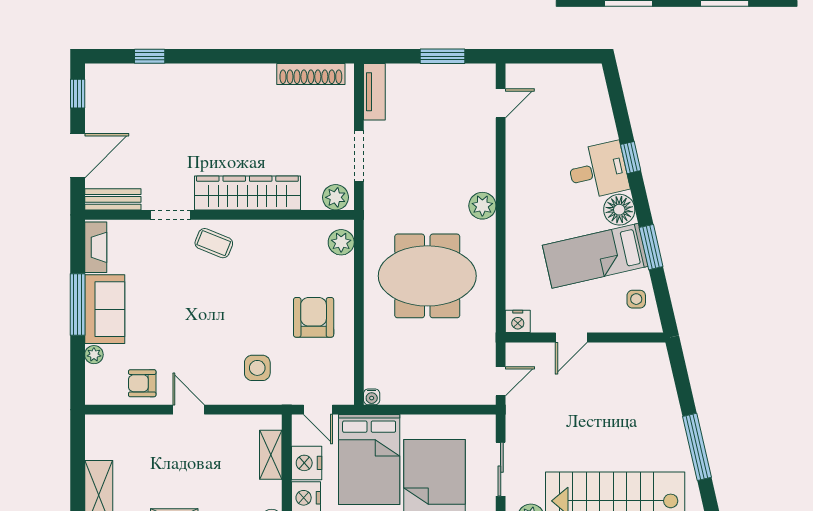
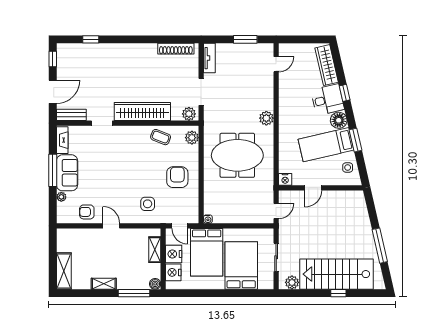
wardrobe: (597, 105) -> (327, 65), added
coffee table: (214, 243) -> (161, 137), moved

